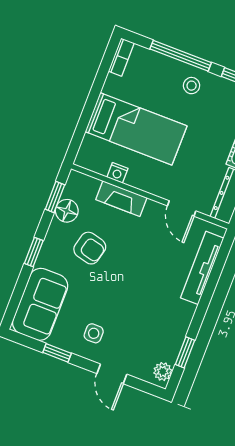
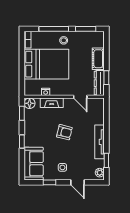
bed: (136, 129) -> (46, 64), width x1.50
floor lamp: (67, 211) -> (30, 103), moved
armchair: (90, 248) -> (64, 132), moved
tv unit: (202, 268) -> (100, 142), moved

